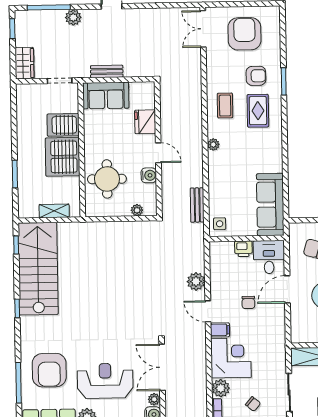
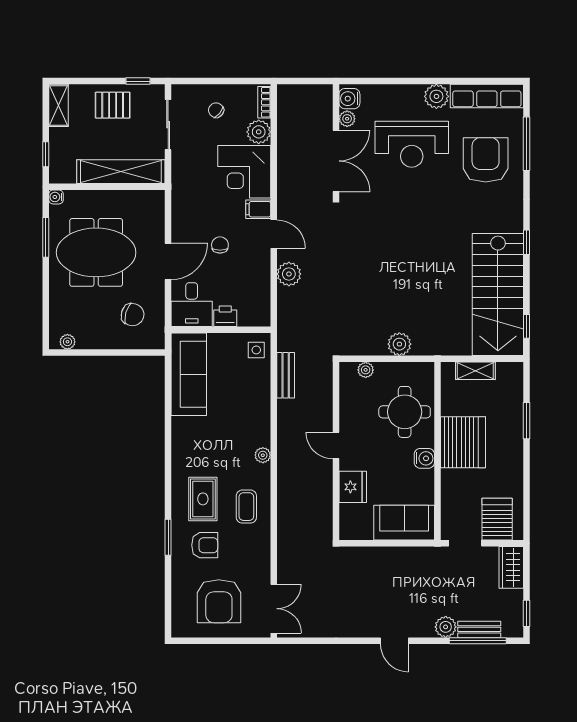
bench: (107, 71) -> (479, 629), moved
armchair: (256, 76) -> (205, 545), turned 180
server rack: (63, 125) -> (497, 519), moved, turned -90
water cooler: (149, 175) -> (424, 458), moved, turned 180
plant: (112, 230) -> (399, 344), added

